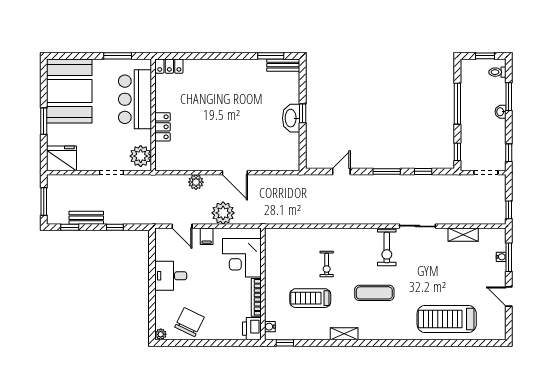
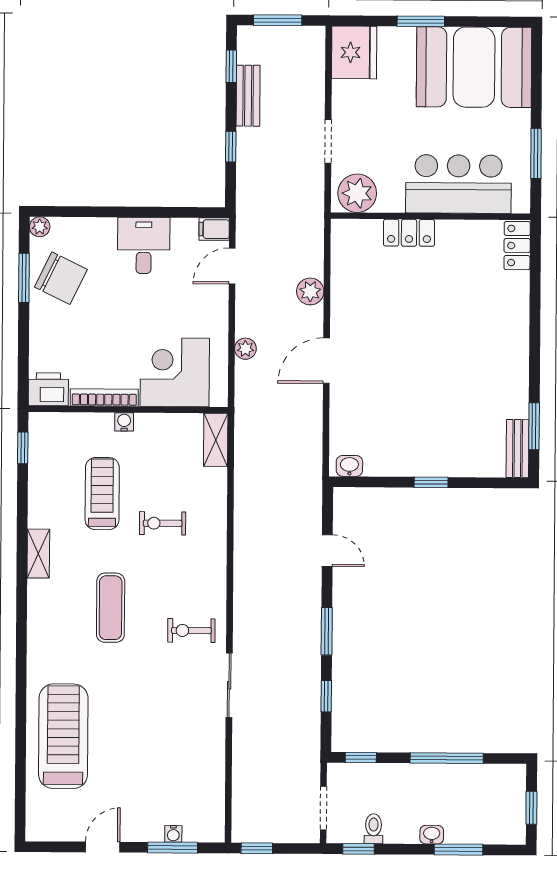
toilet: (497, 72) -> (374, 829), moved
washbasin: (291, 118) -> (349, 466), moved, width x0.52, depth x0.69
plant: (223, 213) -> (245, 349), width x0.53, depth x0.53
shelving: (463, 235) -> (216, 440), moved
filing cabinet: (207, 236) -> (214, 229), moved
exercise bike: (387, 247) -> (191, 630), width x0.73, depth x0.72
water cooler: (270, 327) -> (124, 422), moved
window: (189, 343) -> (24, 278), added

